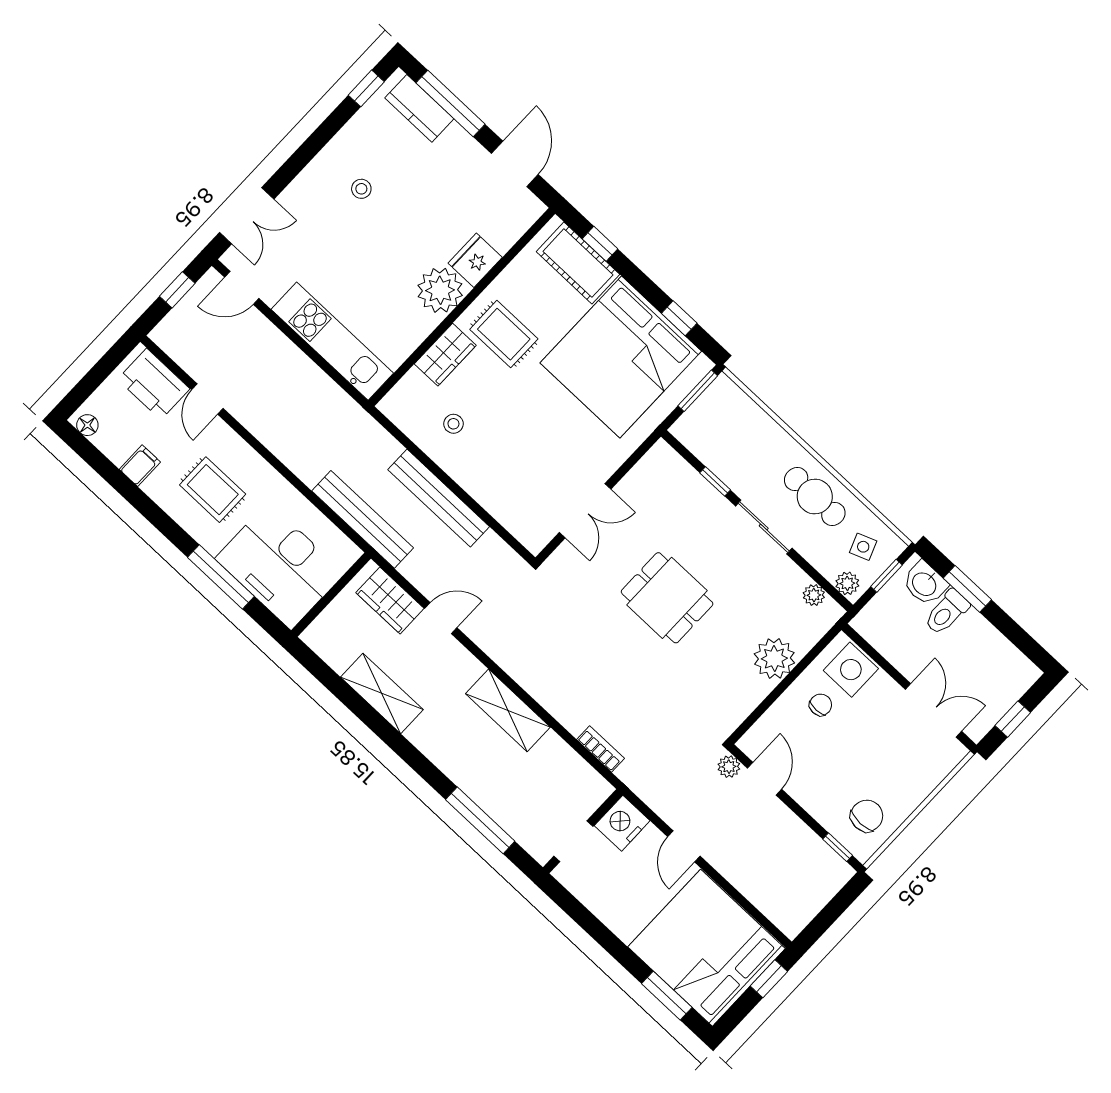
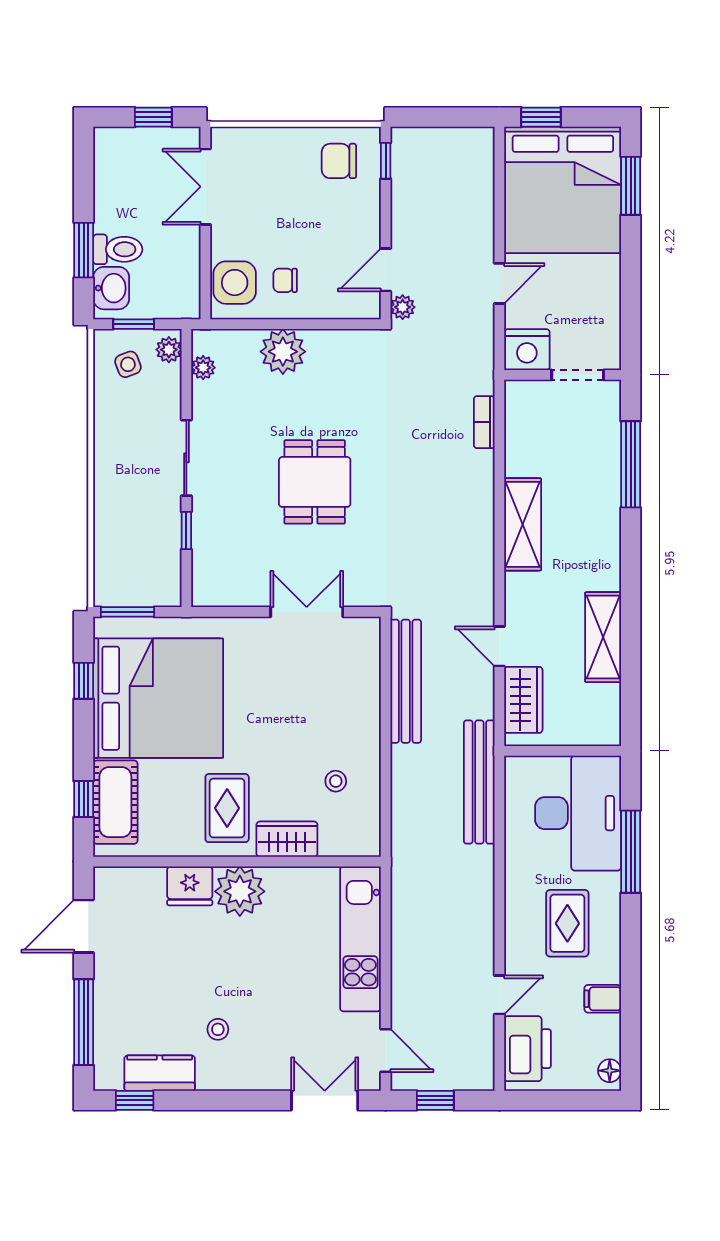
kitchen counter: (419, 108) -> (160, 1073), moved, turned -90
cafe table: (815, 496) -> (124, 440), removed
bench: (439, 498) -> (406, 681), moved

